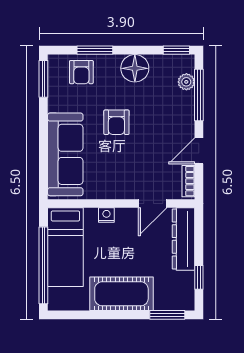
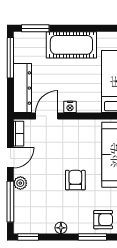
floor lamp: (135, 68) -> (61, 228), width x0.53, depth x0.53
armchair: (81, 72) -> (103, 220), turned 90
plant: (186, 82) -> (20, 183), moved
nightstand: (106, 215) -> (70, 107), moved
window: (199, 277) -> (10, 58), width x2.17

